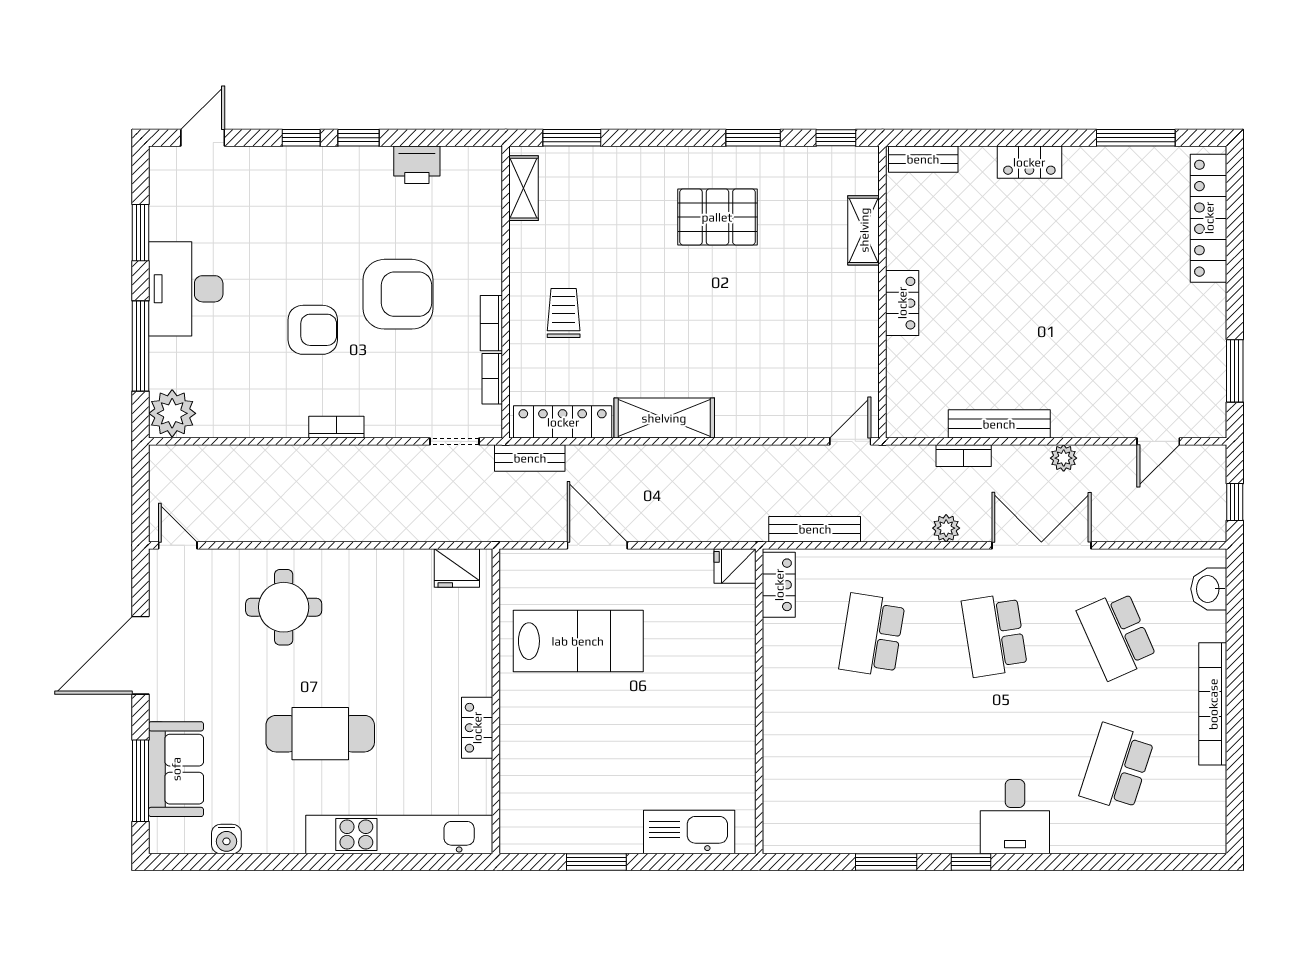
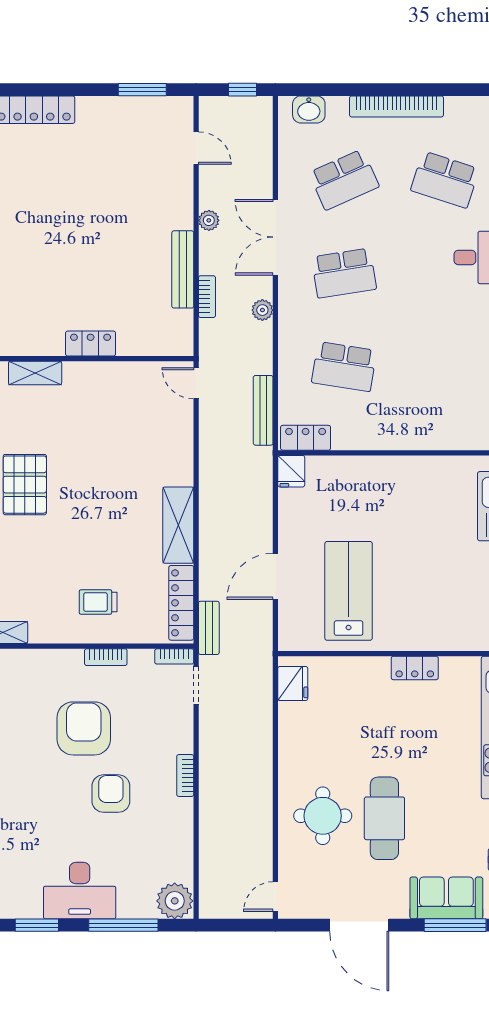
bookcase: (492, 379) -> (174, 656), moved
cafe table: (320, 734) -> (384, 818), moved

